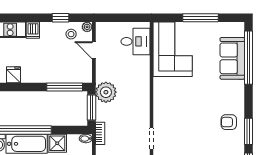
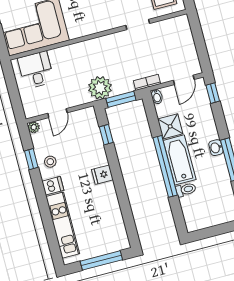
stool: (71, 34) -> (50, 162), moved
fridge: (13, 75) -> (102, 175), moved
window: (65, 87) -> (106, 135), width x0.46

